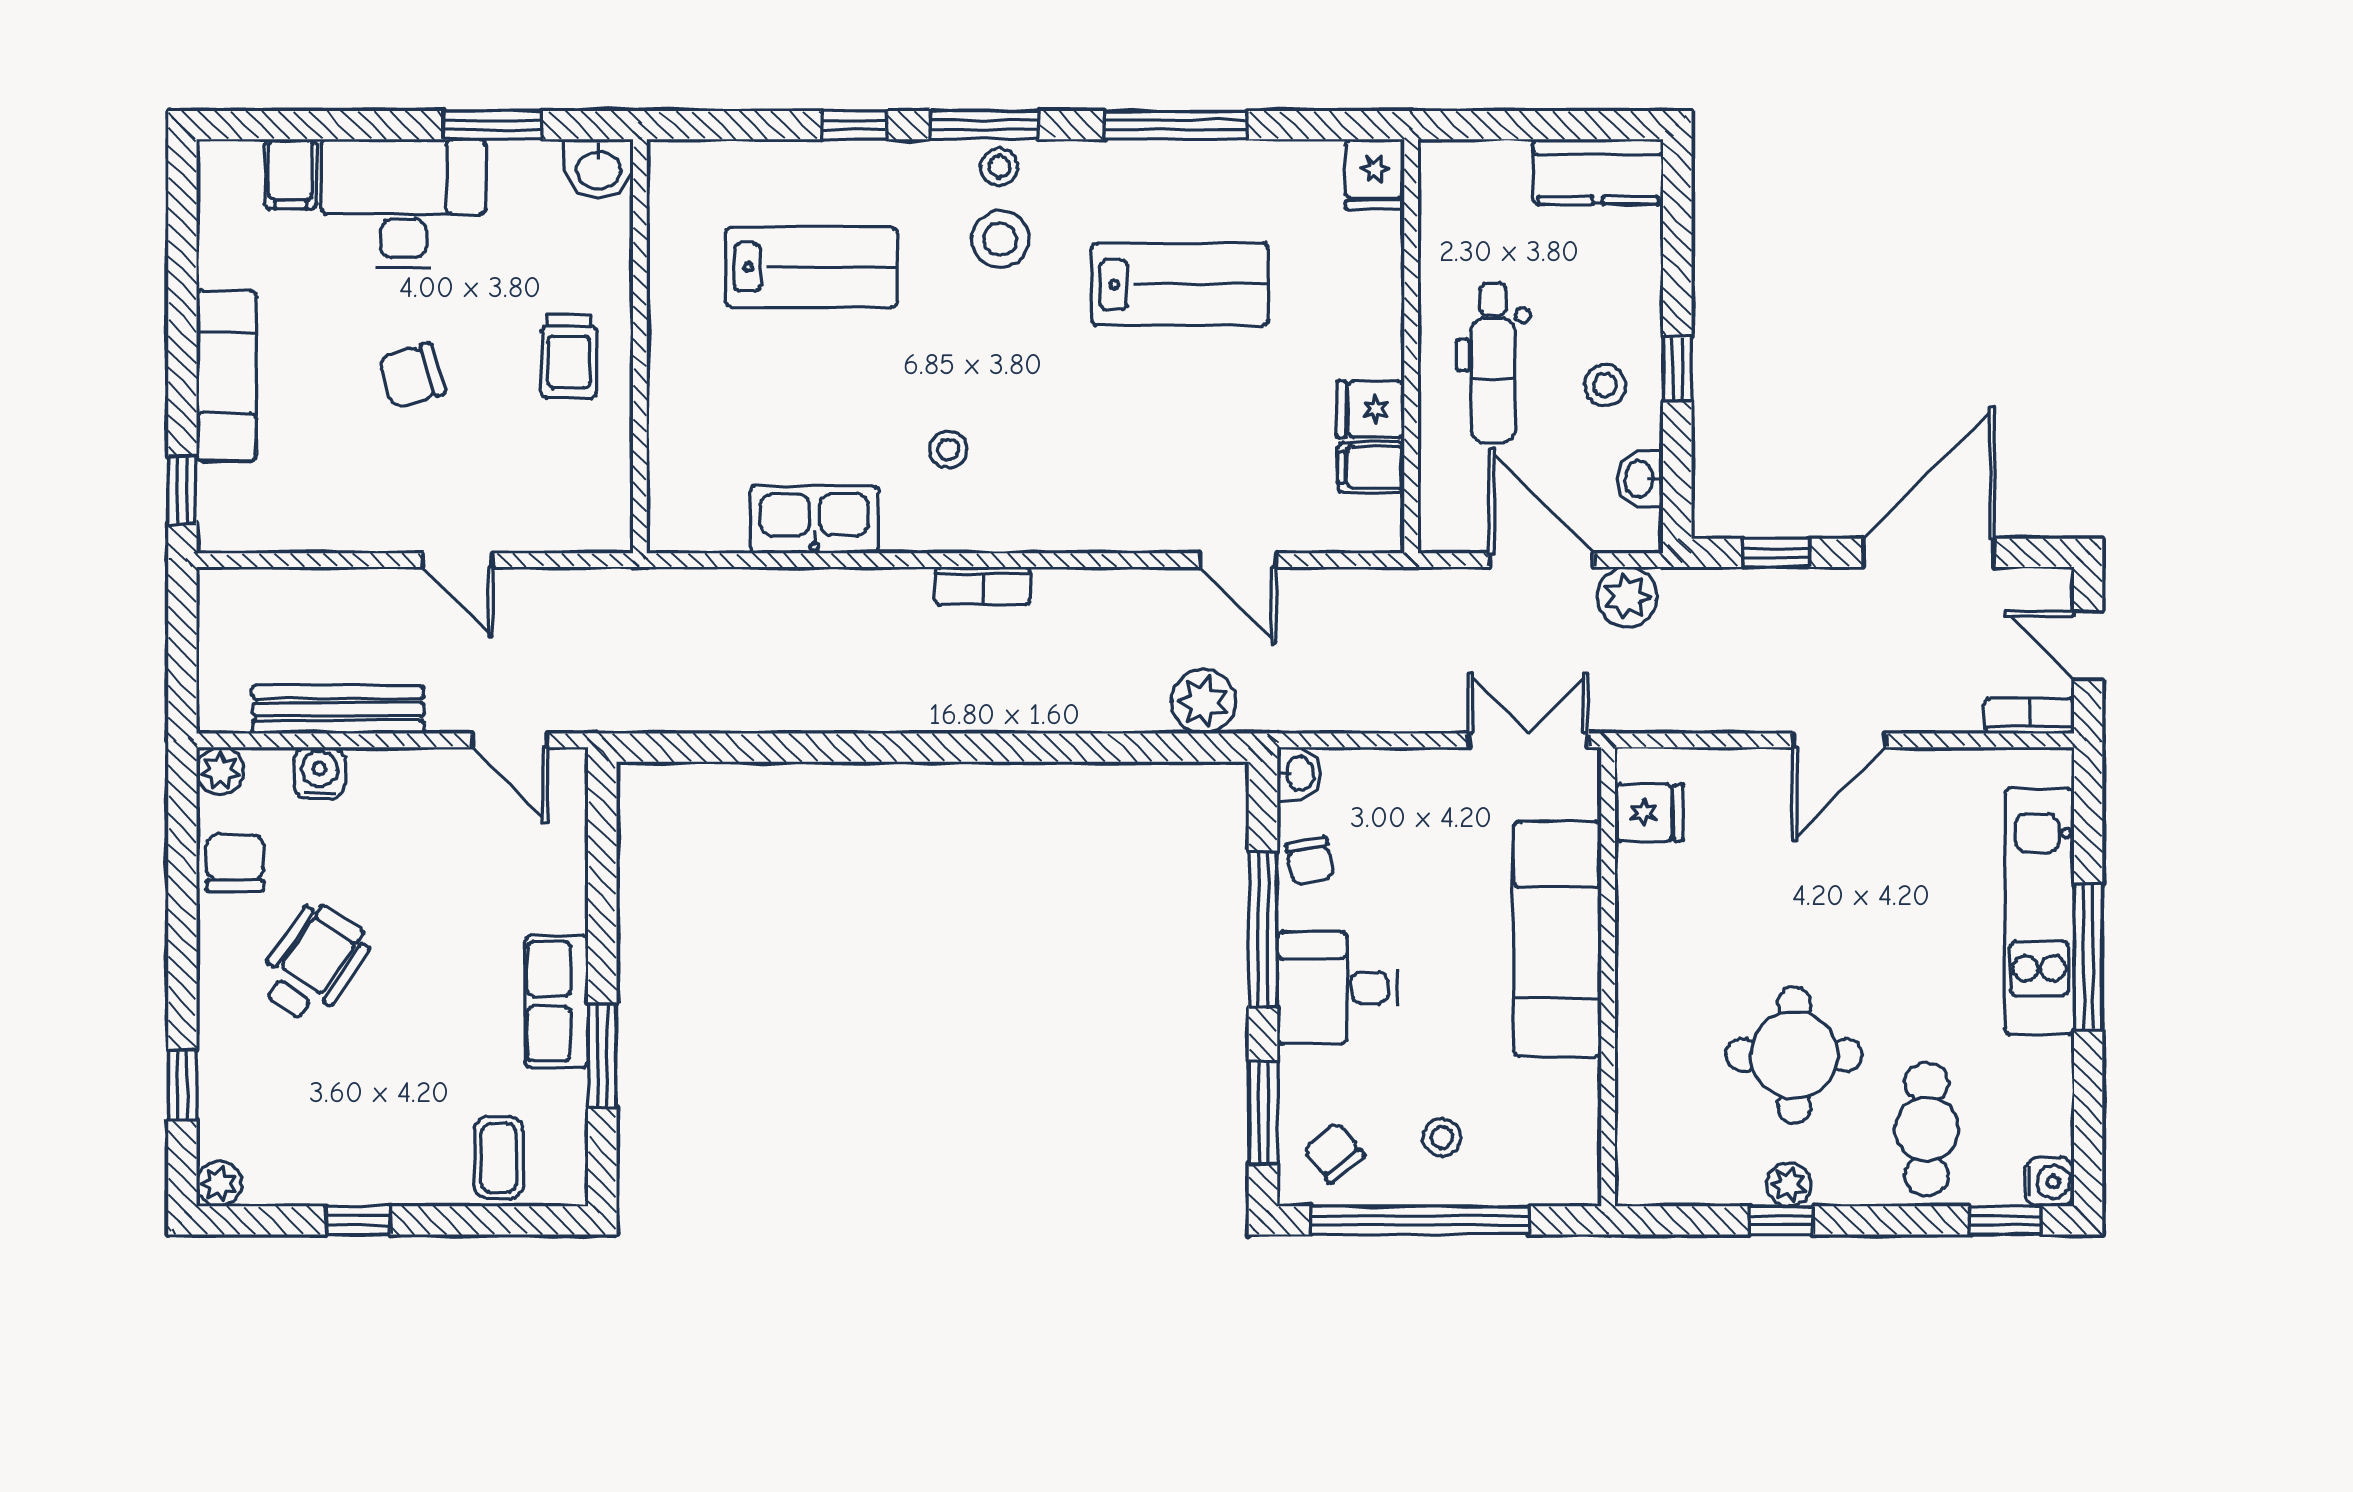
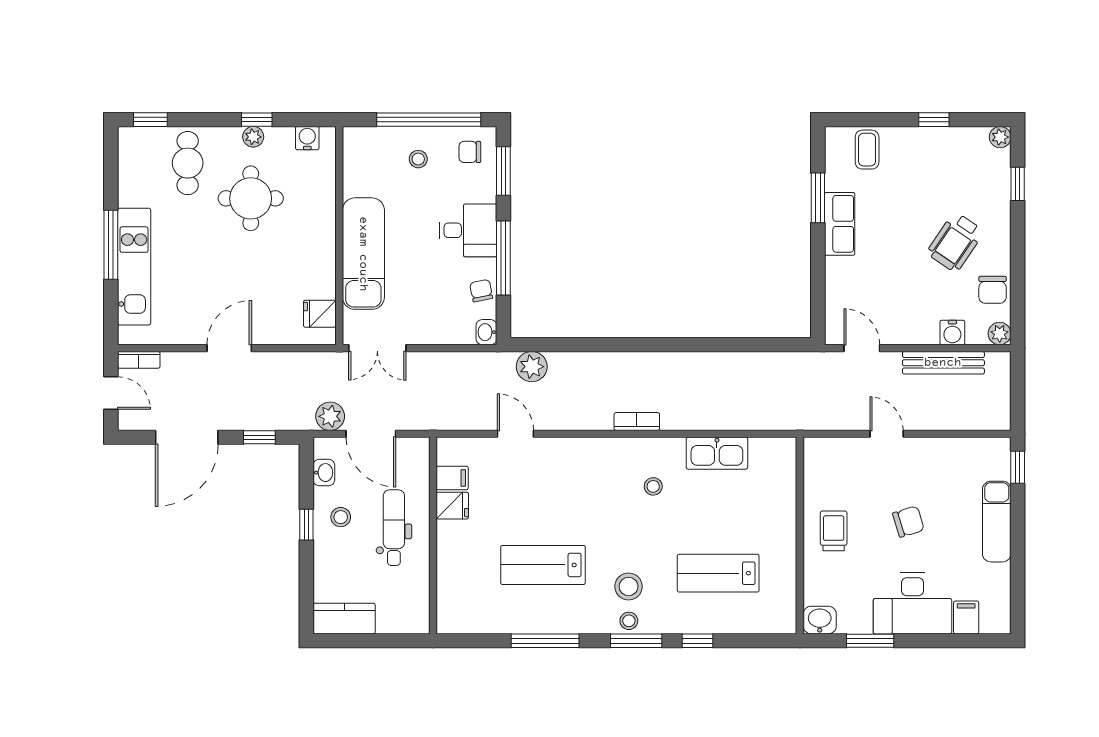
fridge: (1375, 174) -> (450, 617), removed
chair: (1334, 1152) -> (470, 152), turned 129
water cooler: (2049, 1182) -> (307, 138), moved, turned 90

